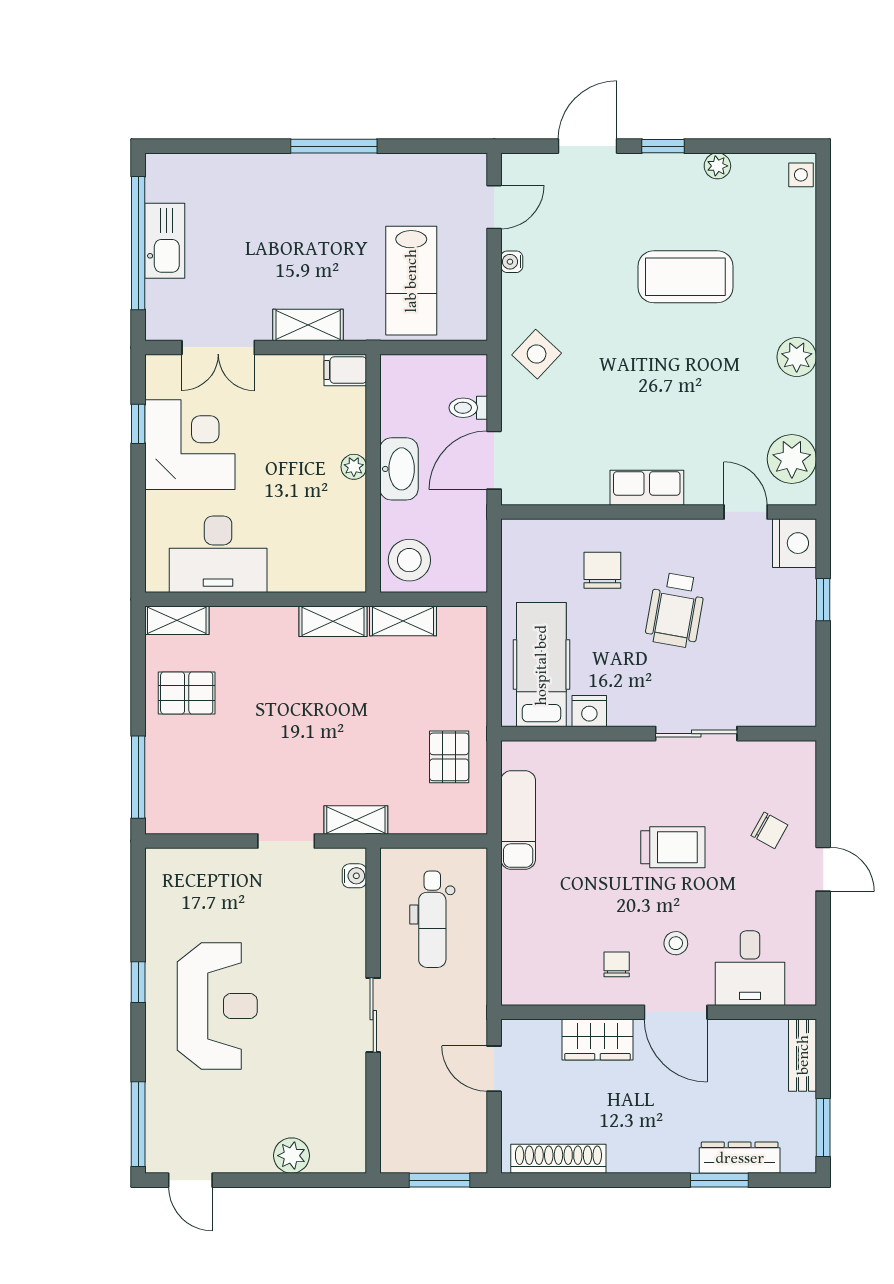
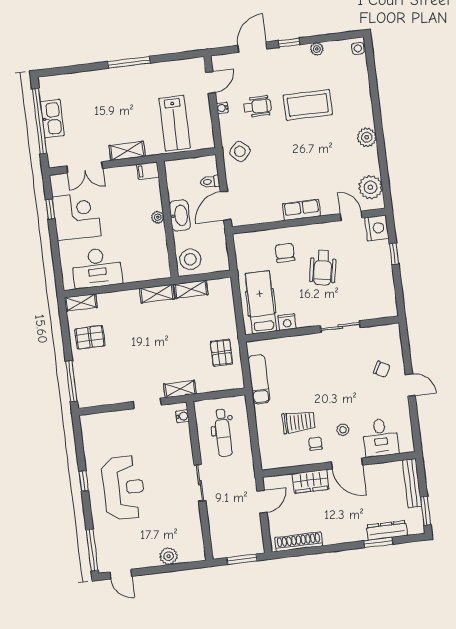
wheelchair: (583, 267) -> (258, 106), added
trolley: (673, 847) -> (298, 422), moved
bench: (803, 1055) -> (412, 483), width x1.36
door: (494, 1069) -> (262, 502), swing flipped

